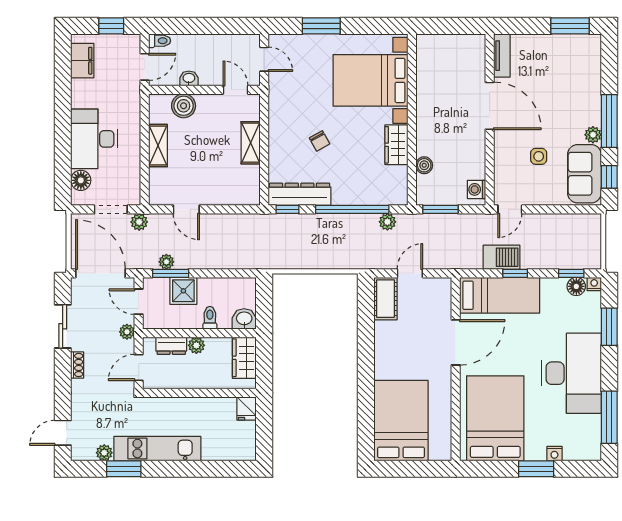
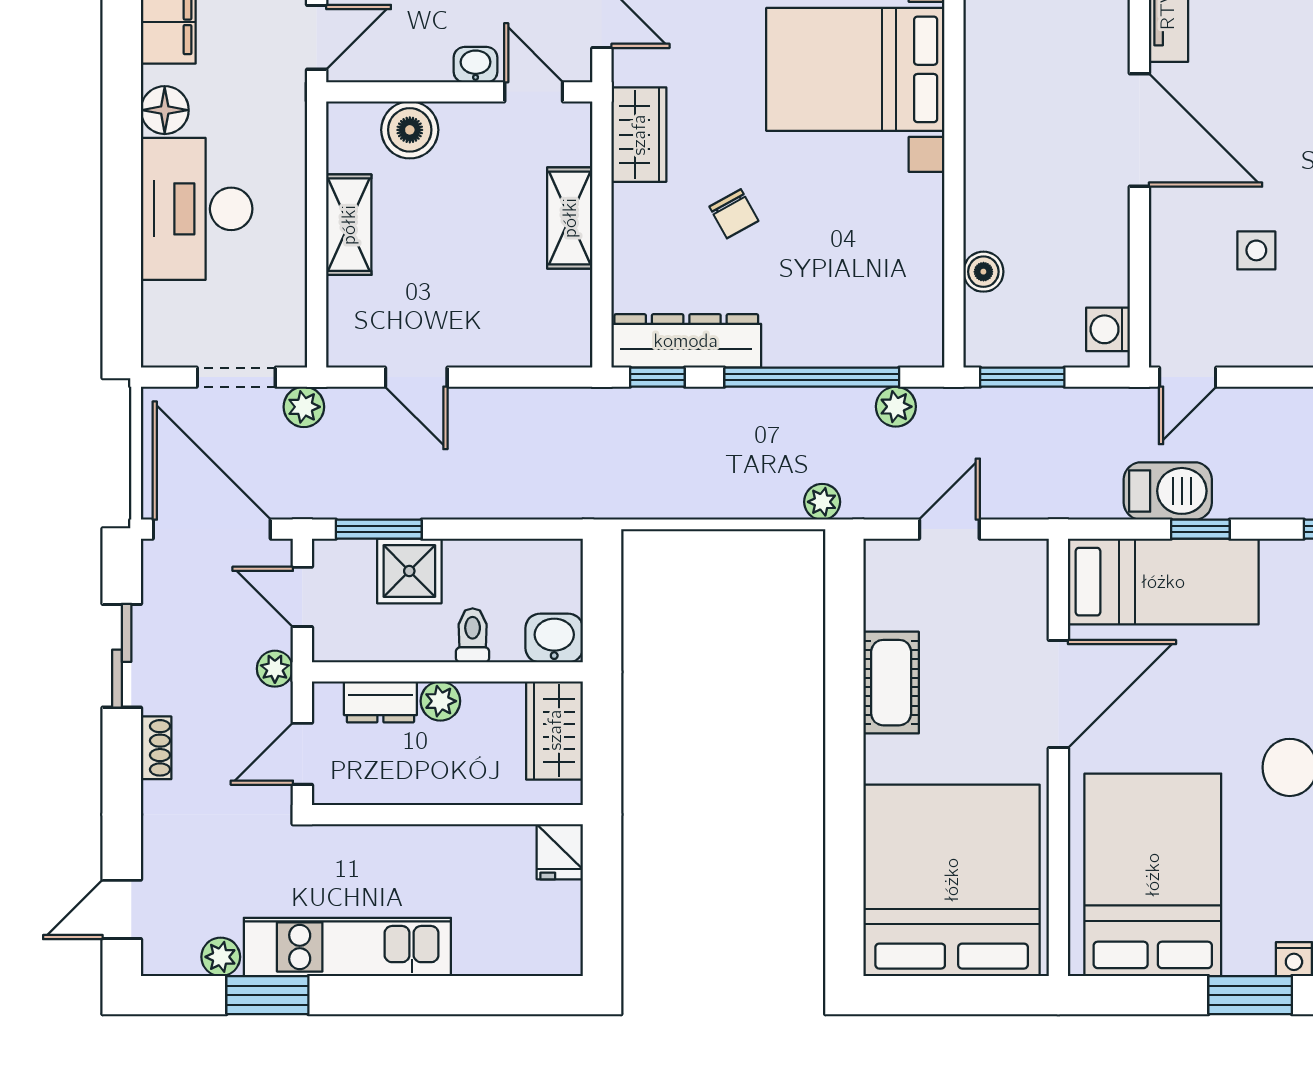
washbasin: (189, 78) -> (476, 65), moved
wardrobe: (396, 145) -> (639, 135), moved, turned 180
floor lamp: (81, 180) -> (165, 110), moved
plant: (166, 262) -> (822, 502), moved
cot: (385, 299) -> (891, 683), moved
bed: (401, 421) -> (952, 880), width x1.36

